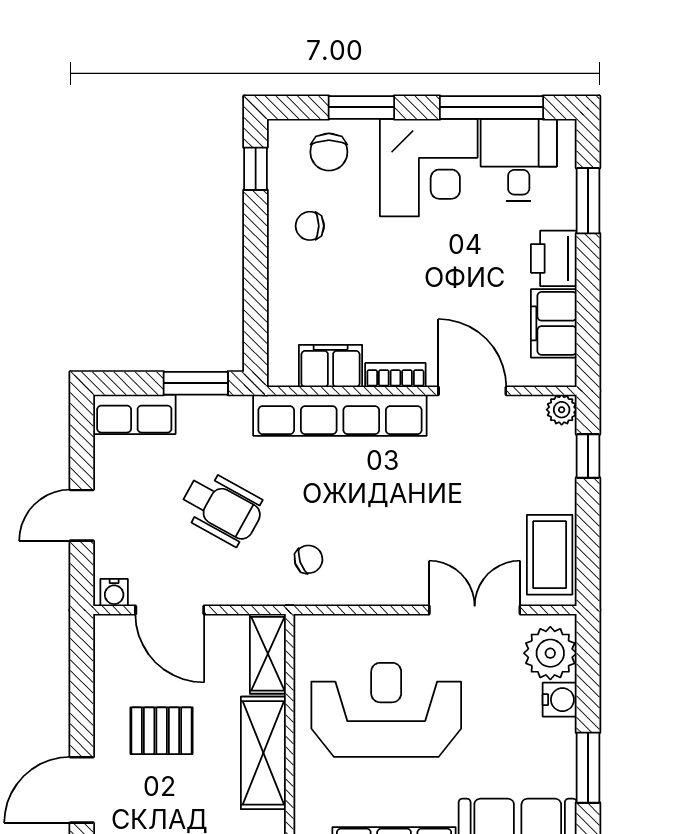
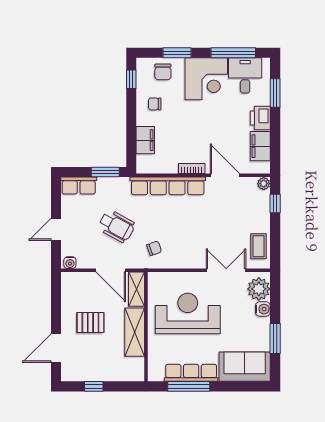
filing cabinet: (331, 366) -> (145, 140), moved, turned 90
coffee table: (550, 555) -> (258, 246), width x0.73, depth x0.77
door: (170, 610) -> (111, 270), moved

